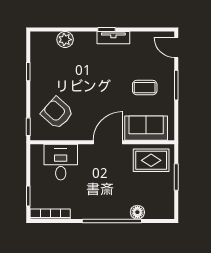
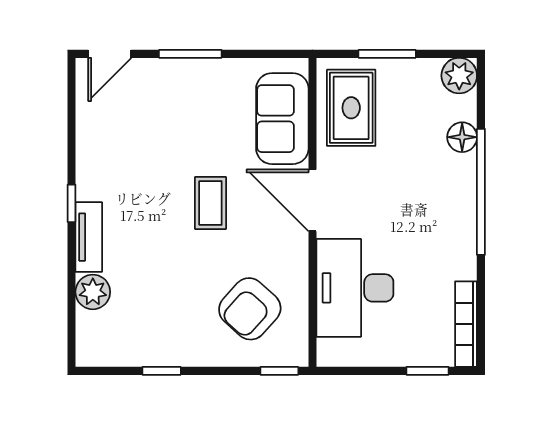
tv unit: (113, 38) -> (89, 237), moved
coffee table: (145, 88) -> (210, 203), moved
desk: (61, 162) -> (355, 288), width x1.37
plant: (166, 211) -> (459, 76), added

